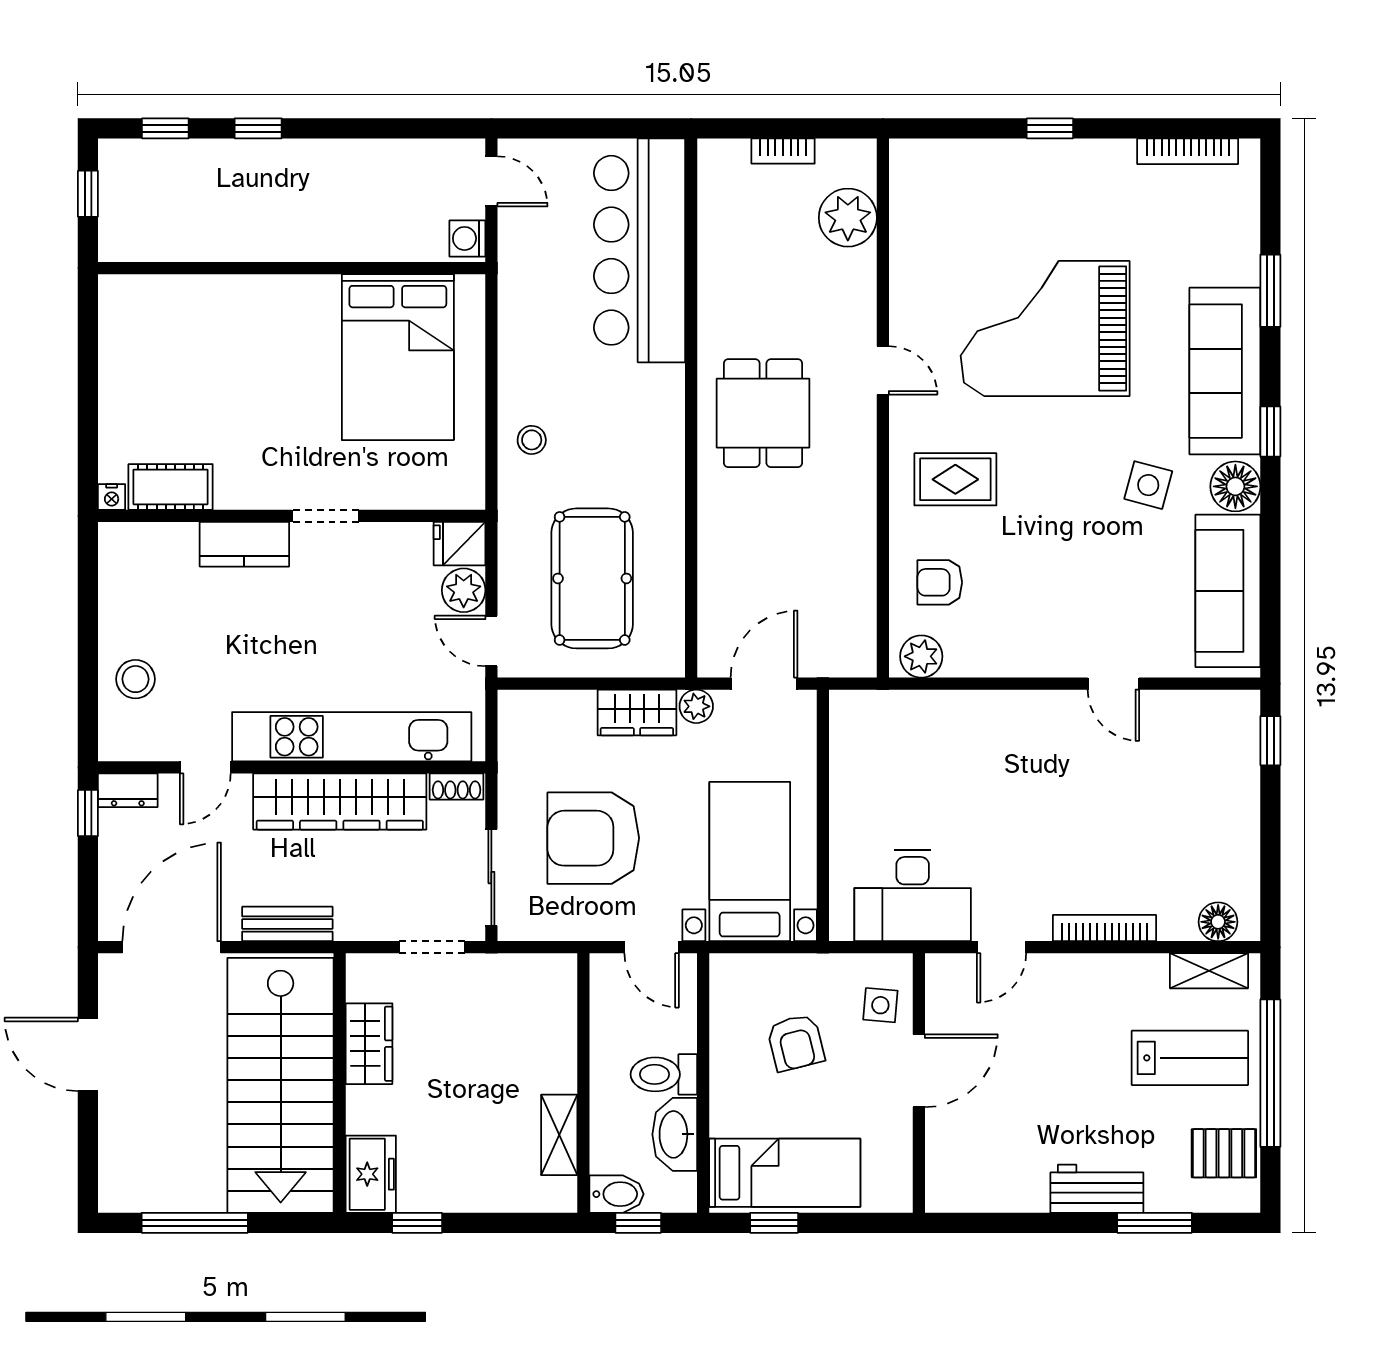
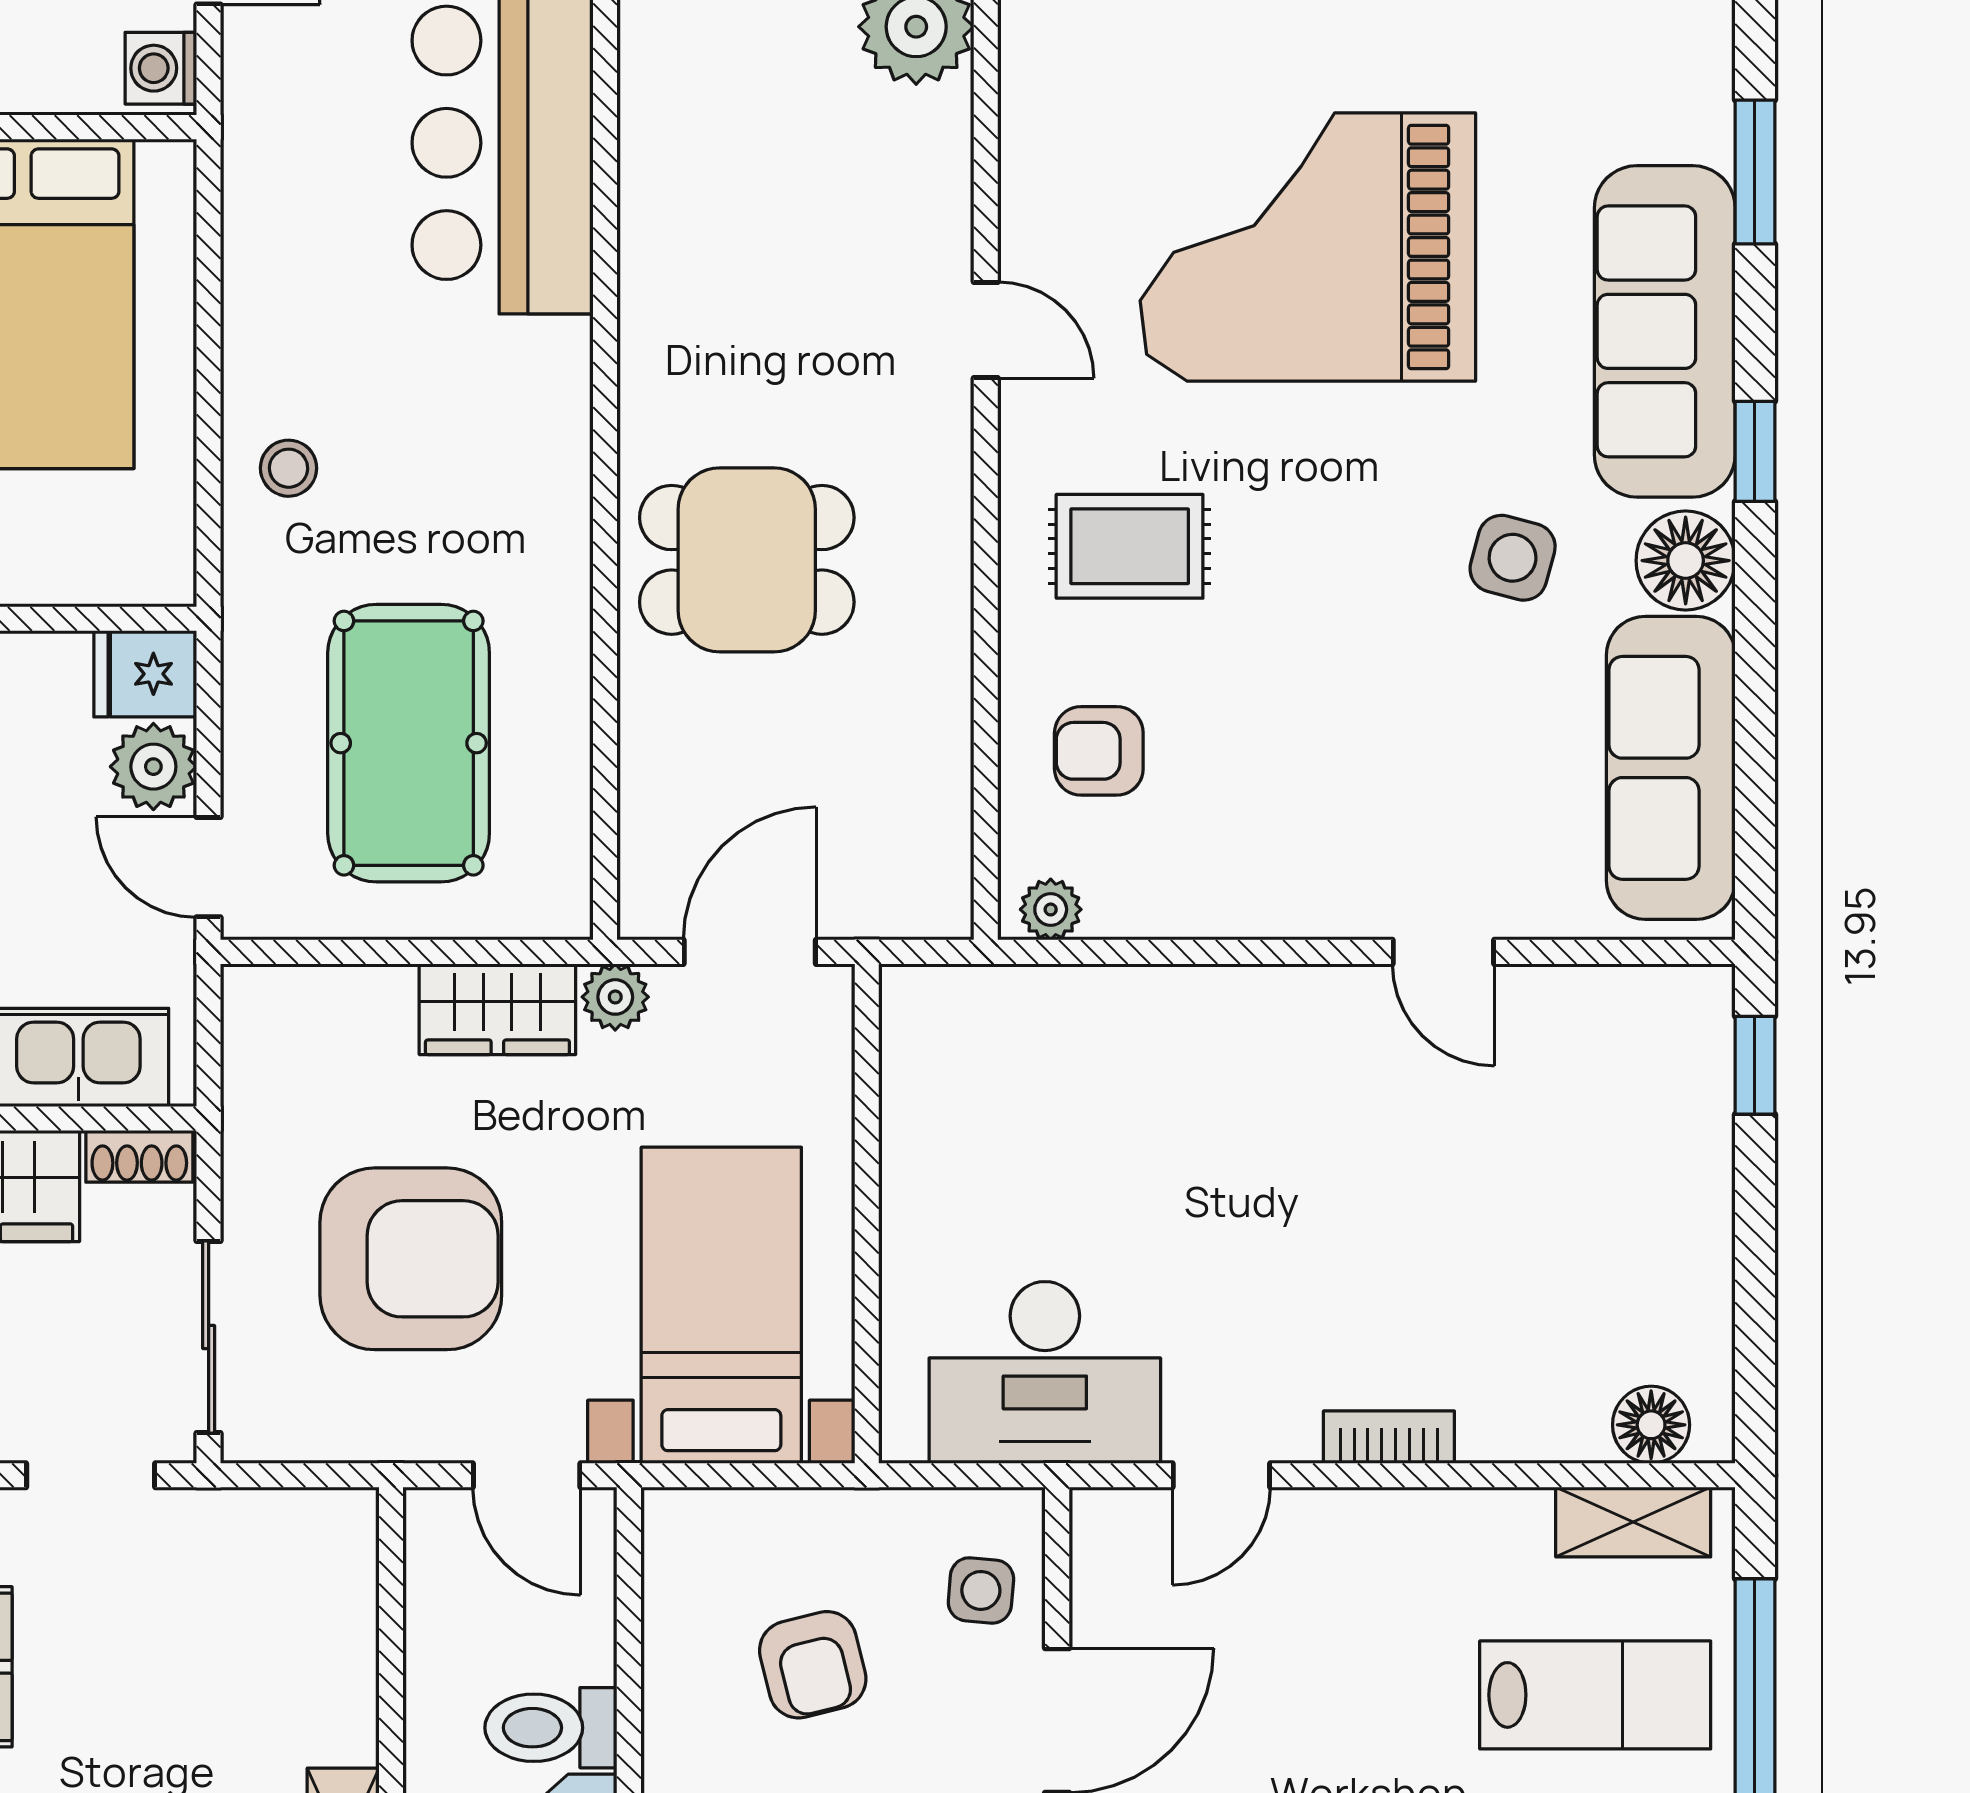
dining table: (763, 413) -> (747, 560), moved, turned 90
plant: (921, 656) -> (1051, 909), width x0.73, depth x0.73
armchair: (593, 838) -> (411, 1259), turned 180
bookcase: (1105, 928) -> (1389, 1437), width x0.64

